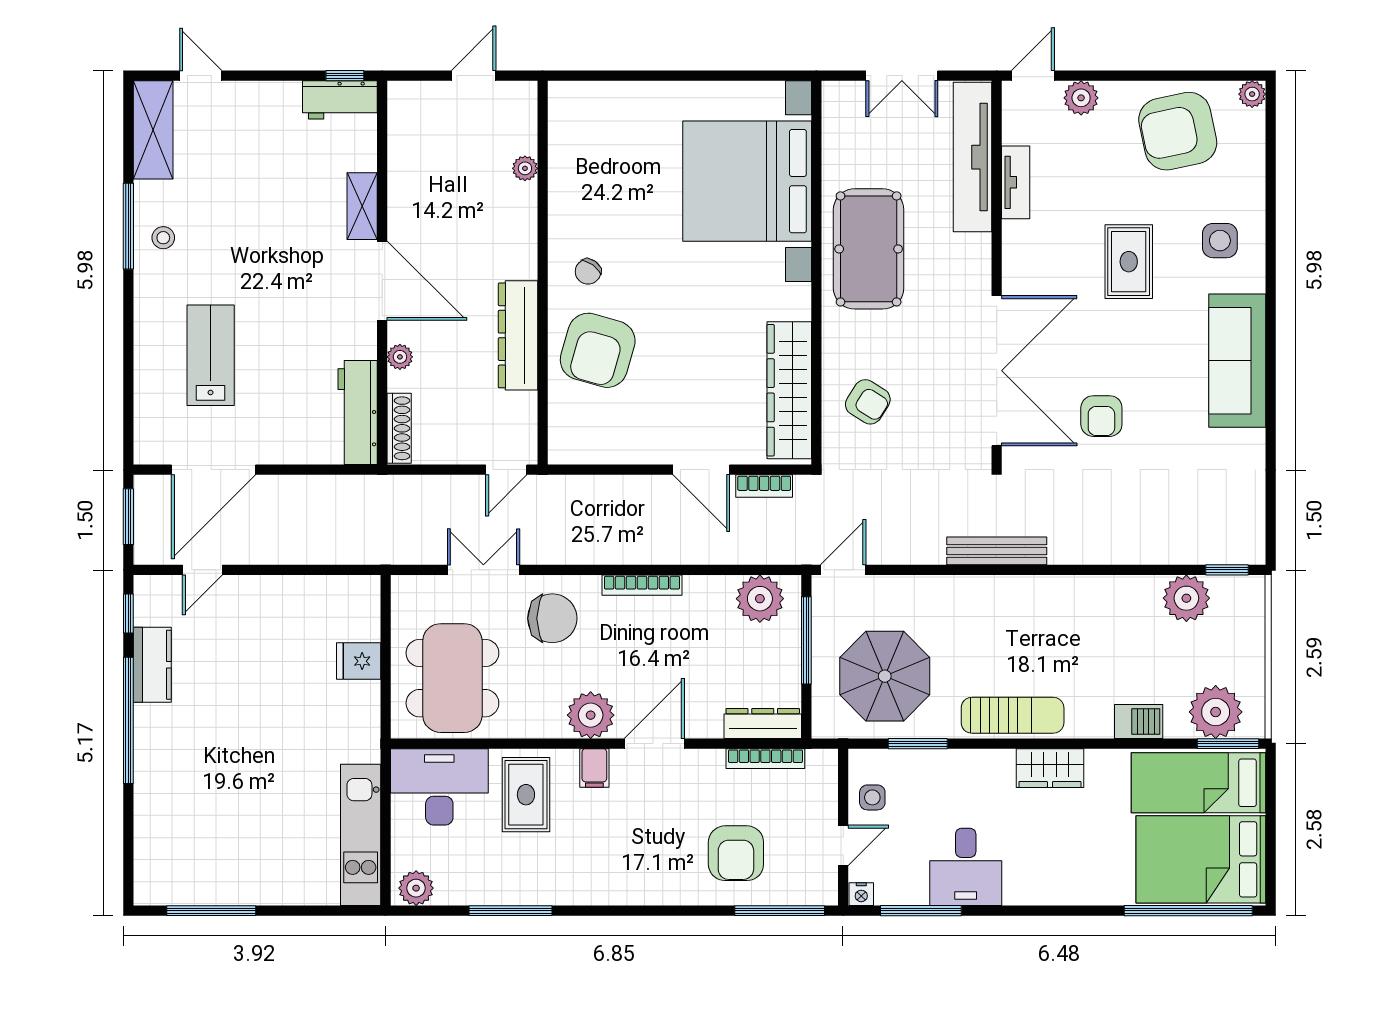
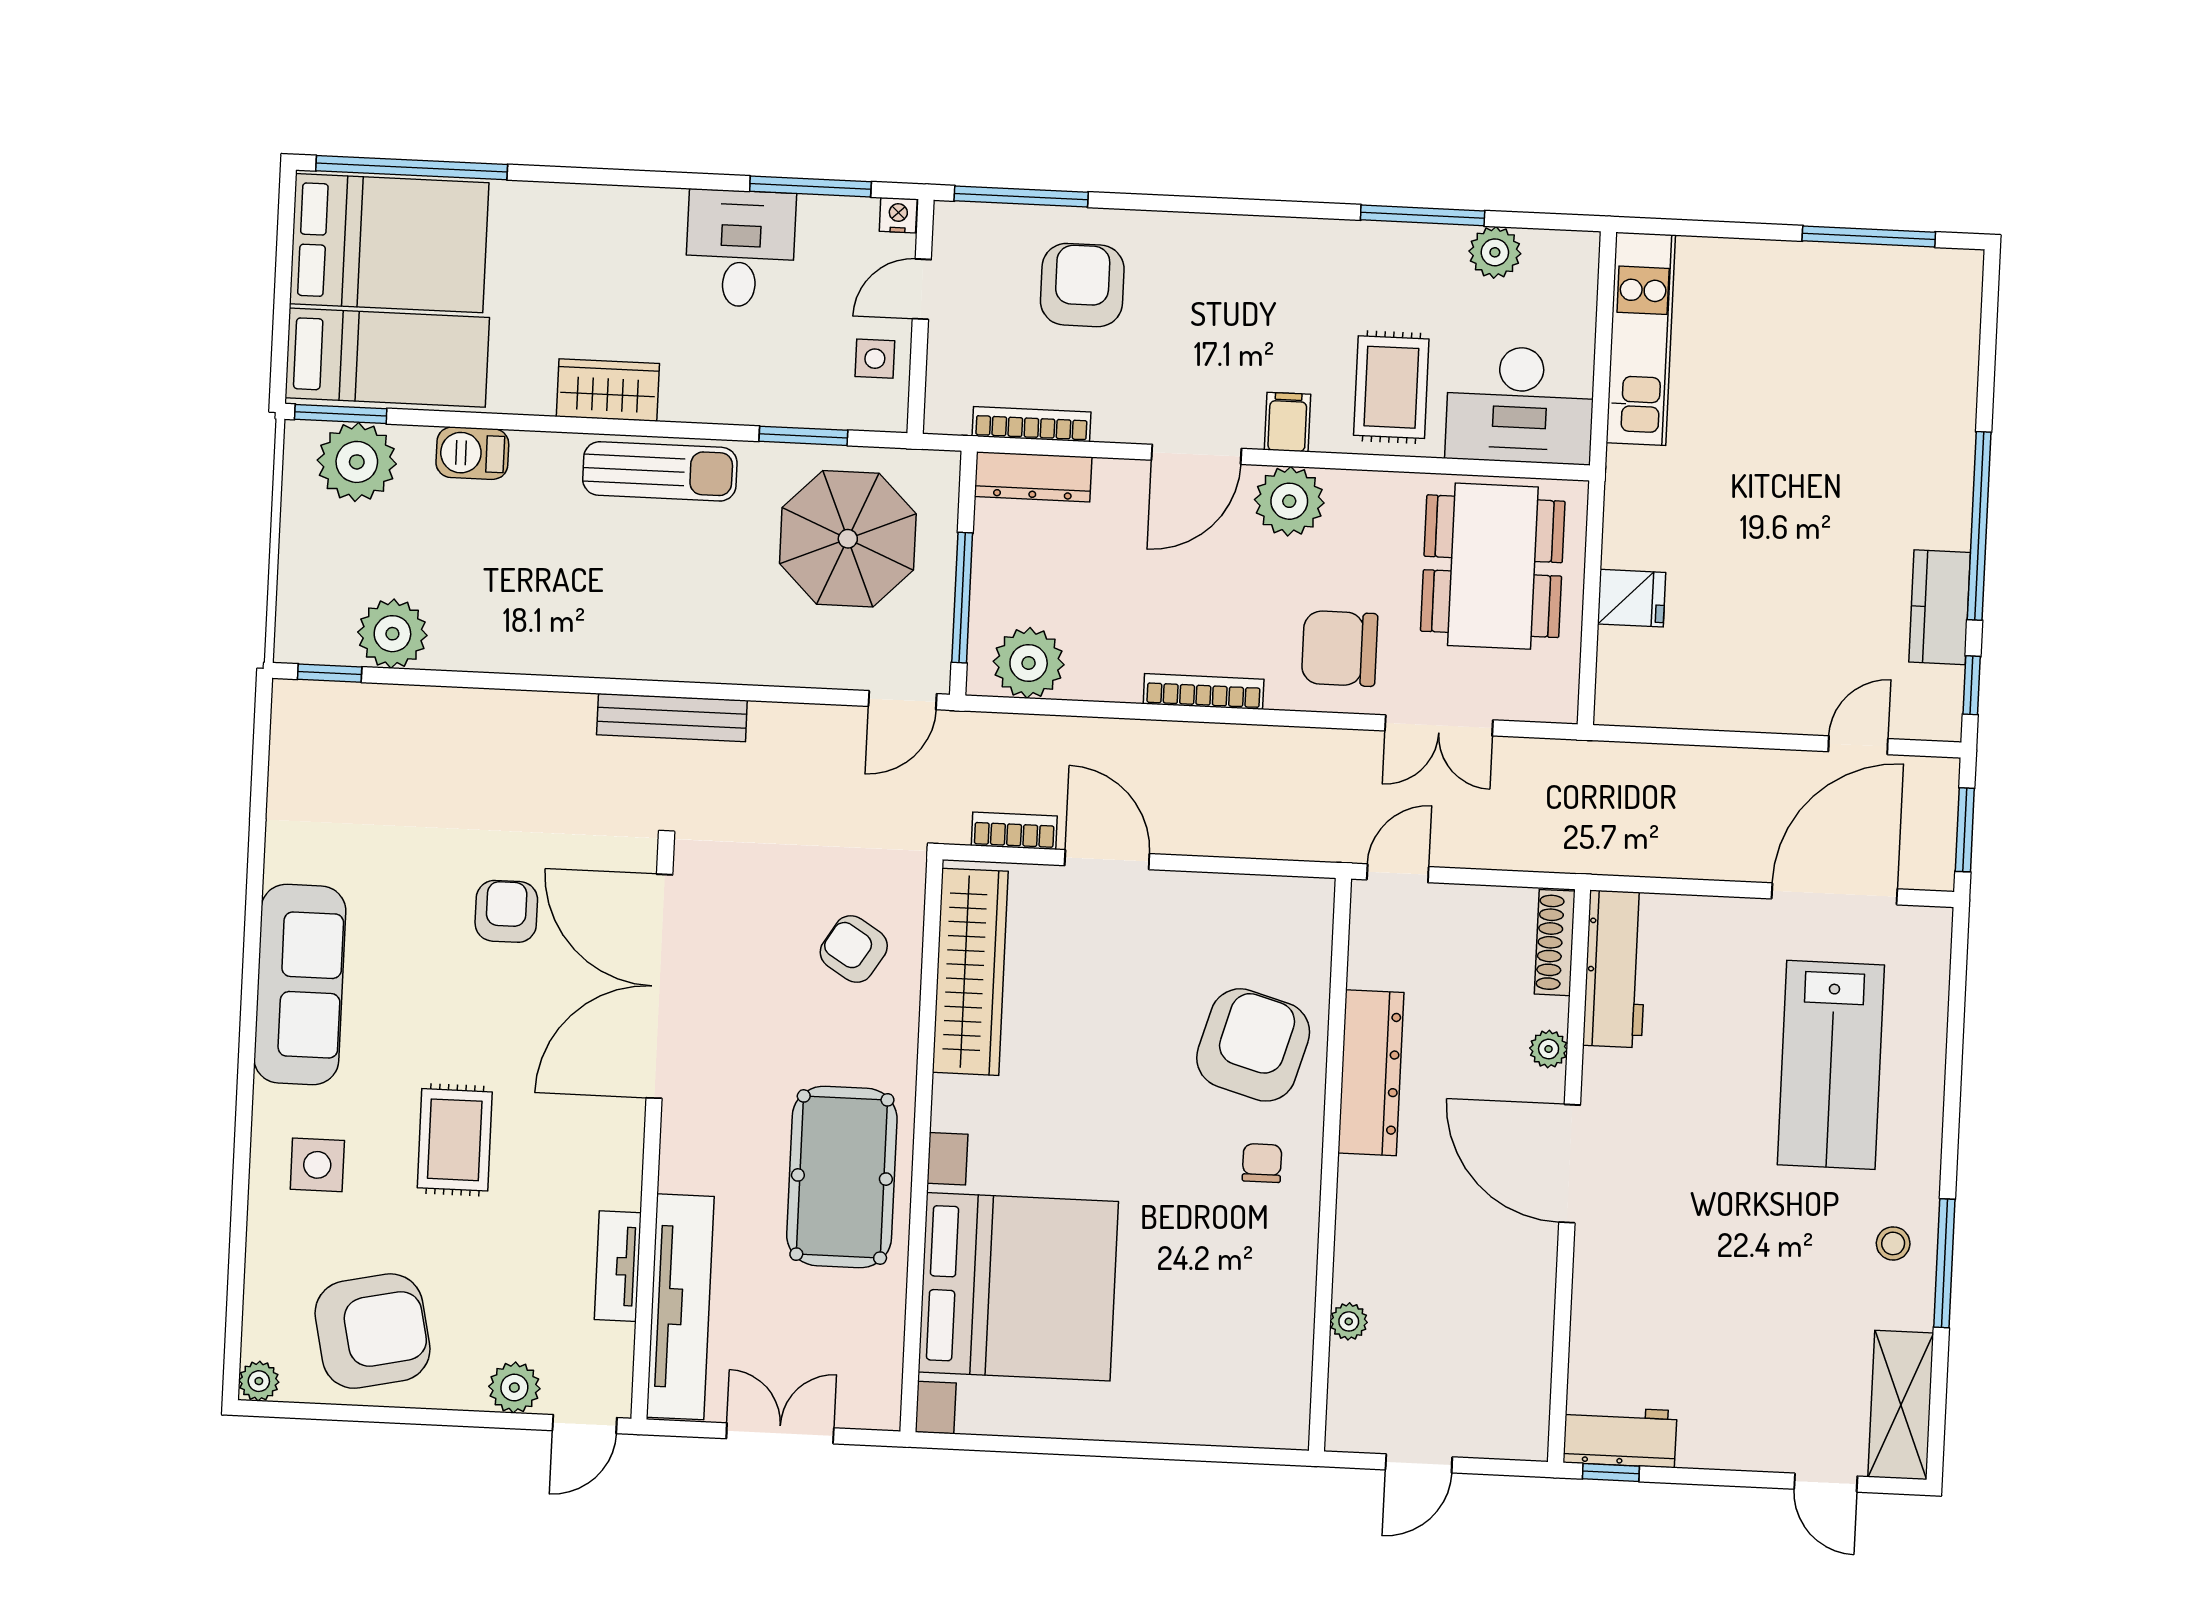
shelving: (362, 206) -> (1594, 1276), removed
chair: (588, 272) -> (1262, 1163), turned -36
lab bench: (211, 355) -> (1831, 1065), width x1.36, depth x1.39
sun lounger: (1013, 715) -> (660, 471), turned 180
plant: (416, 888) -> (1495, 252), moved

